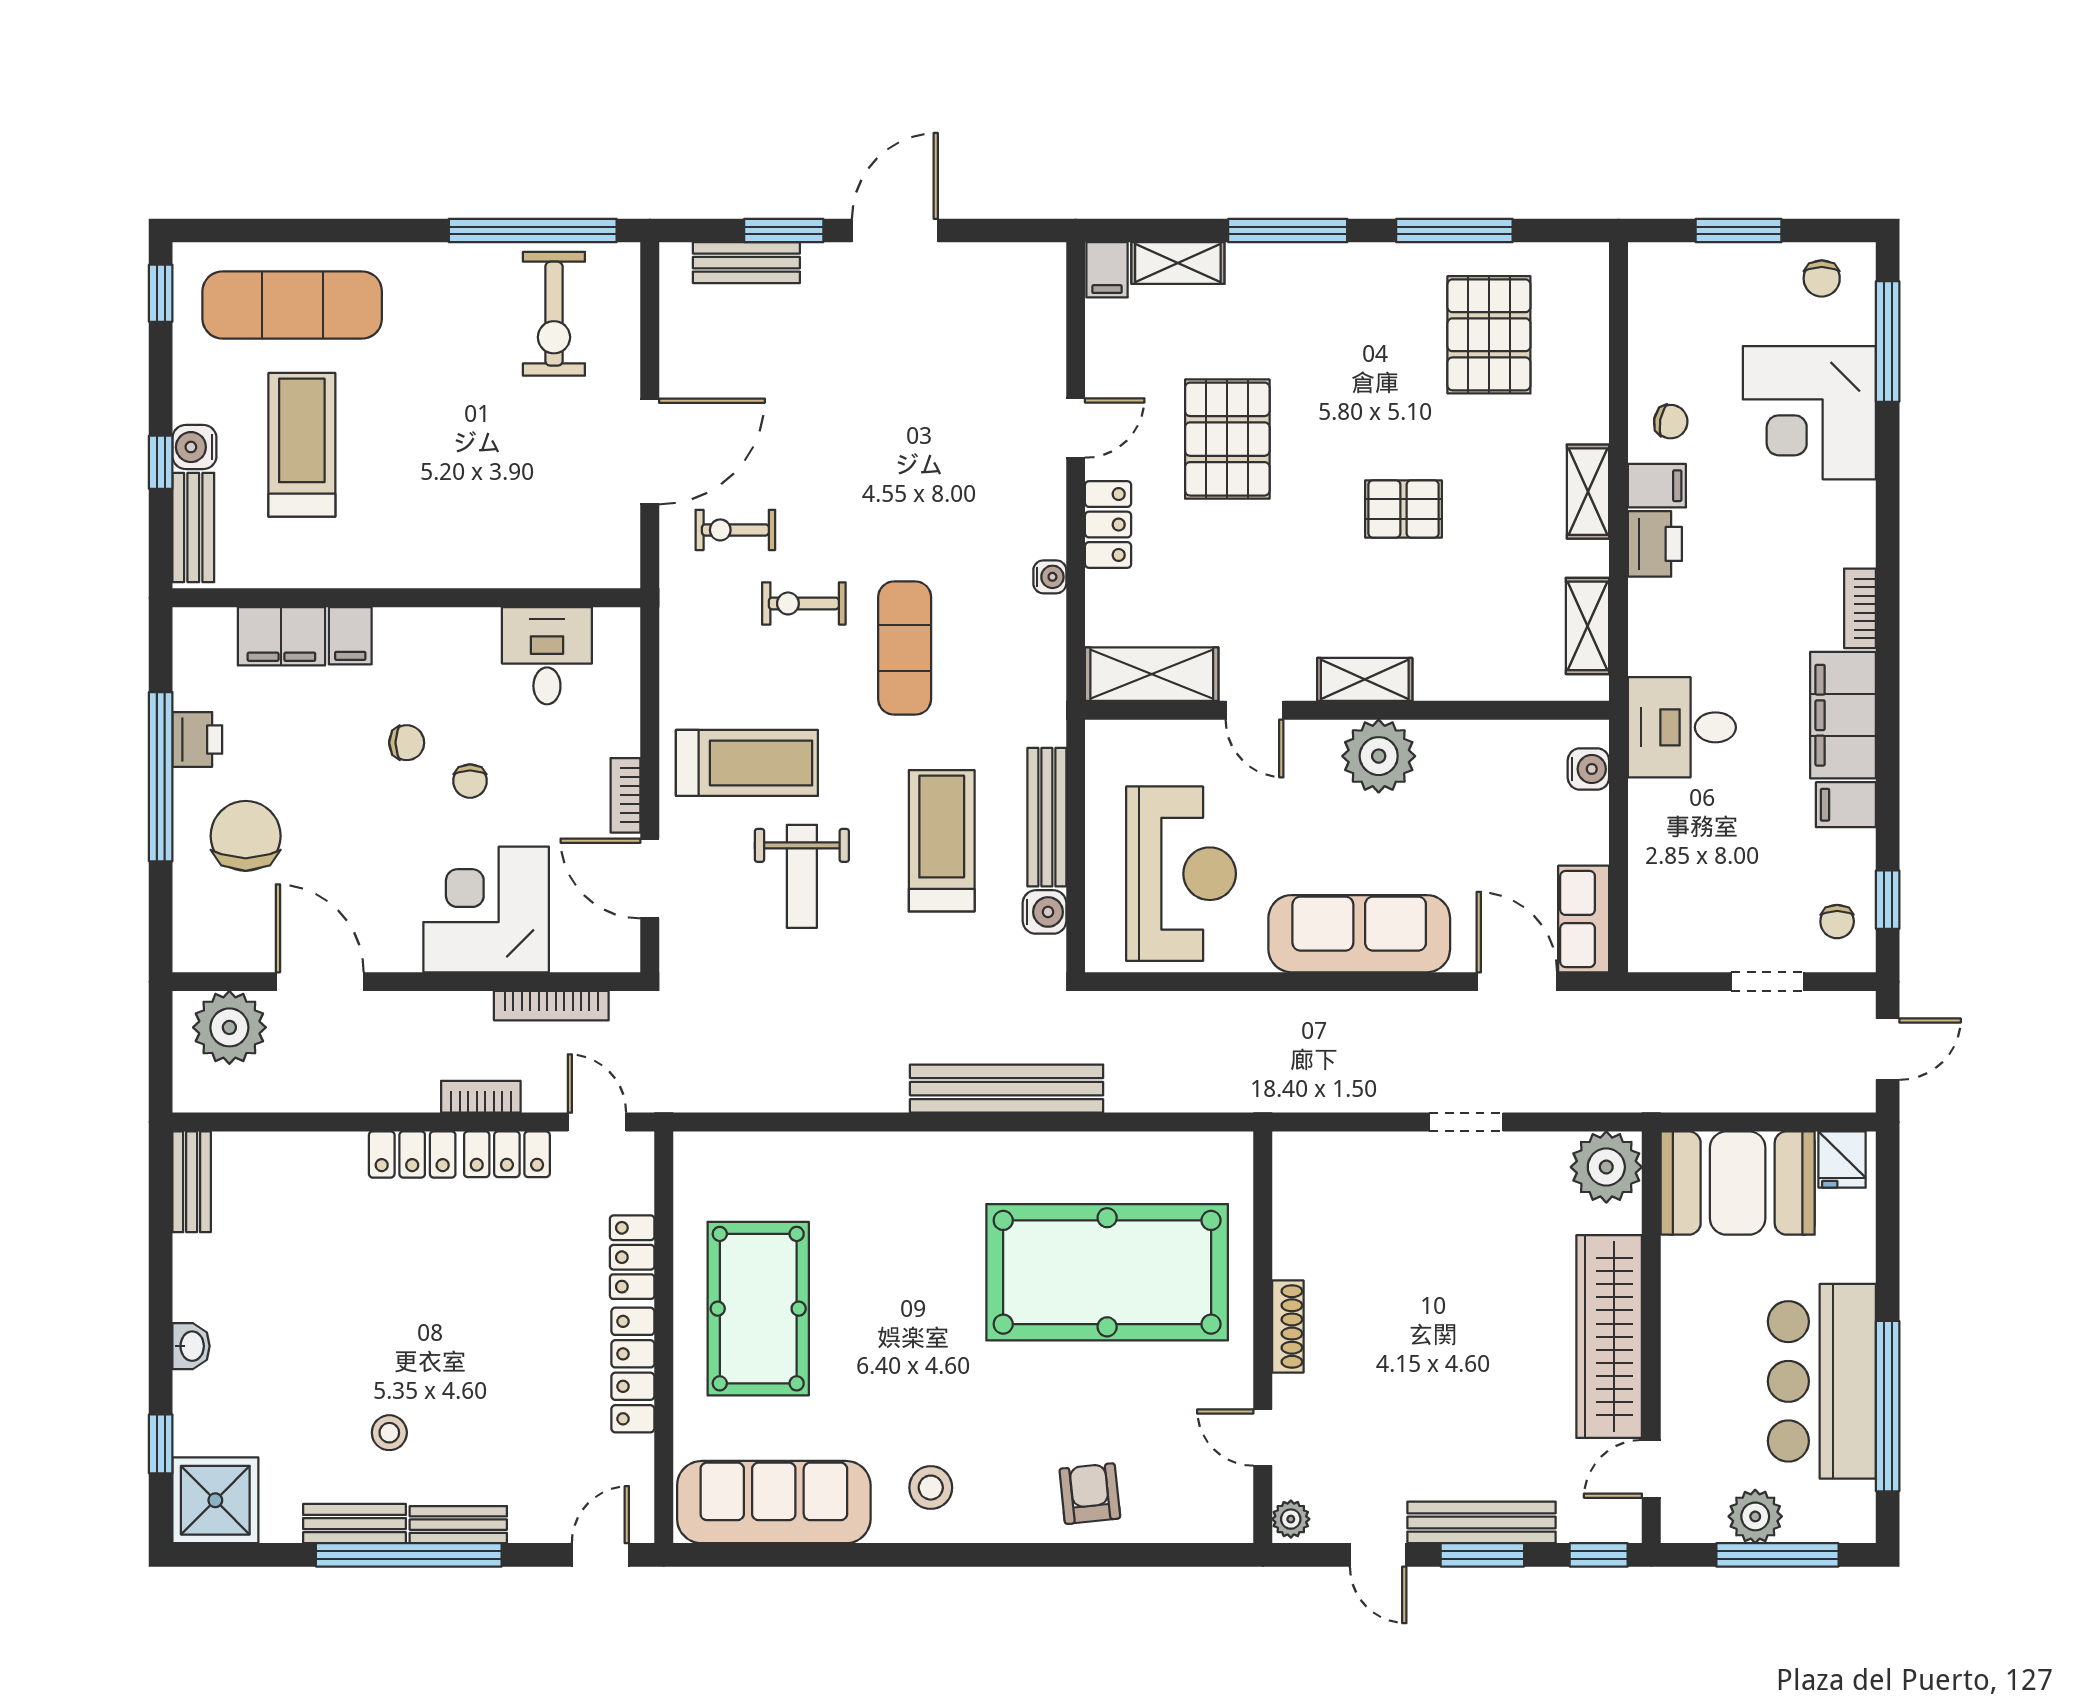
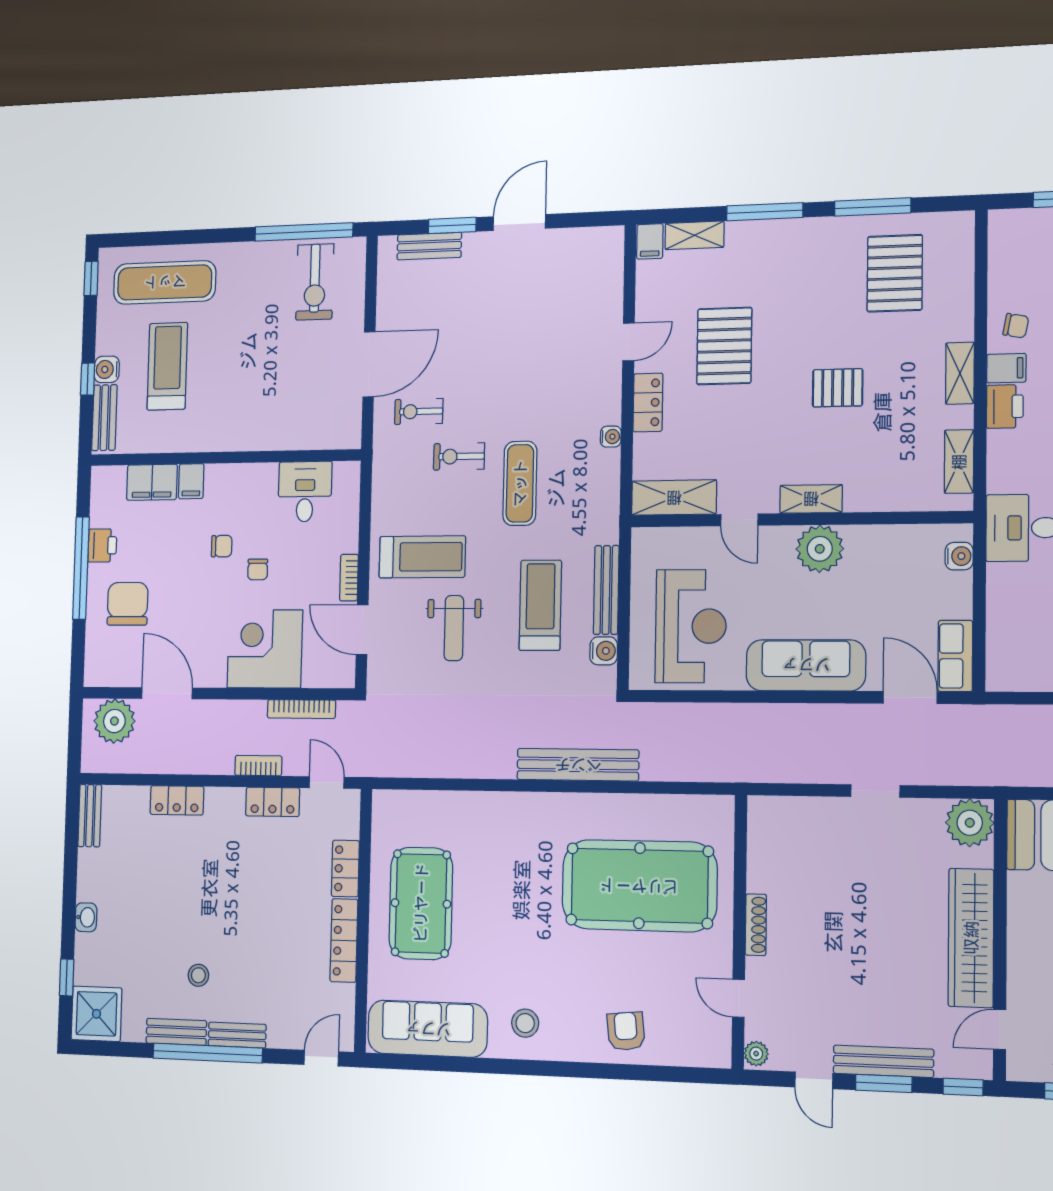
locker: (412, 1154) -> (177, 800), moved

